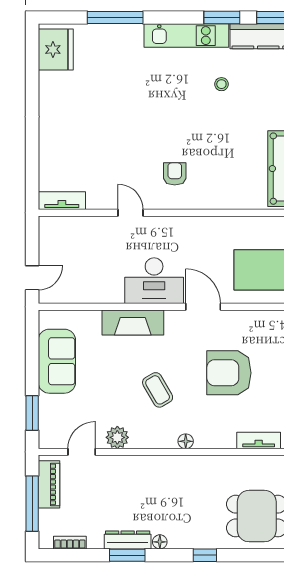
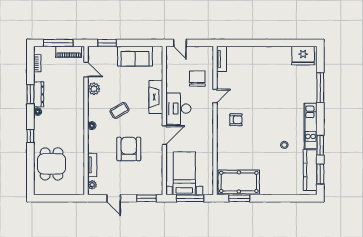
chair: (98, 246) -> (197, 78), added

